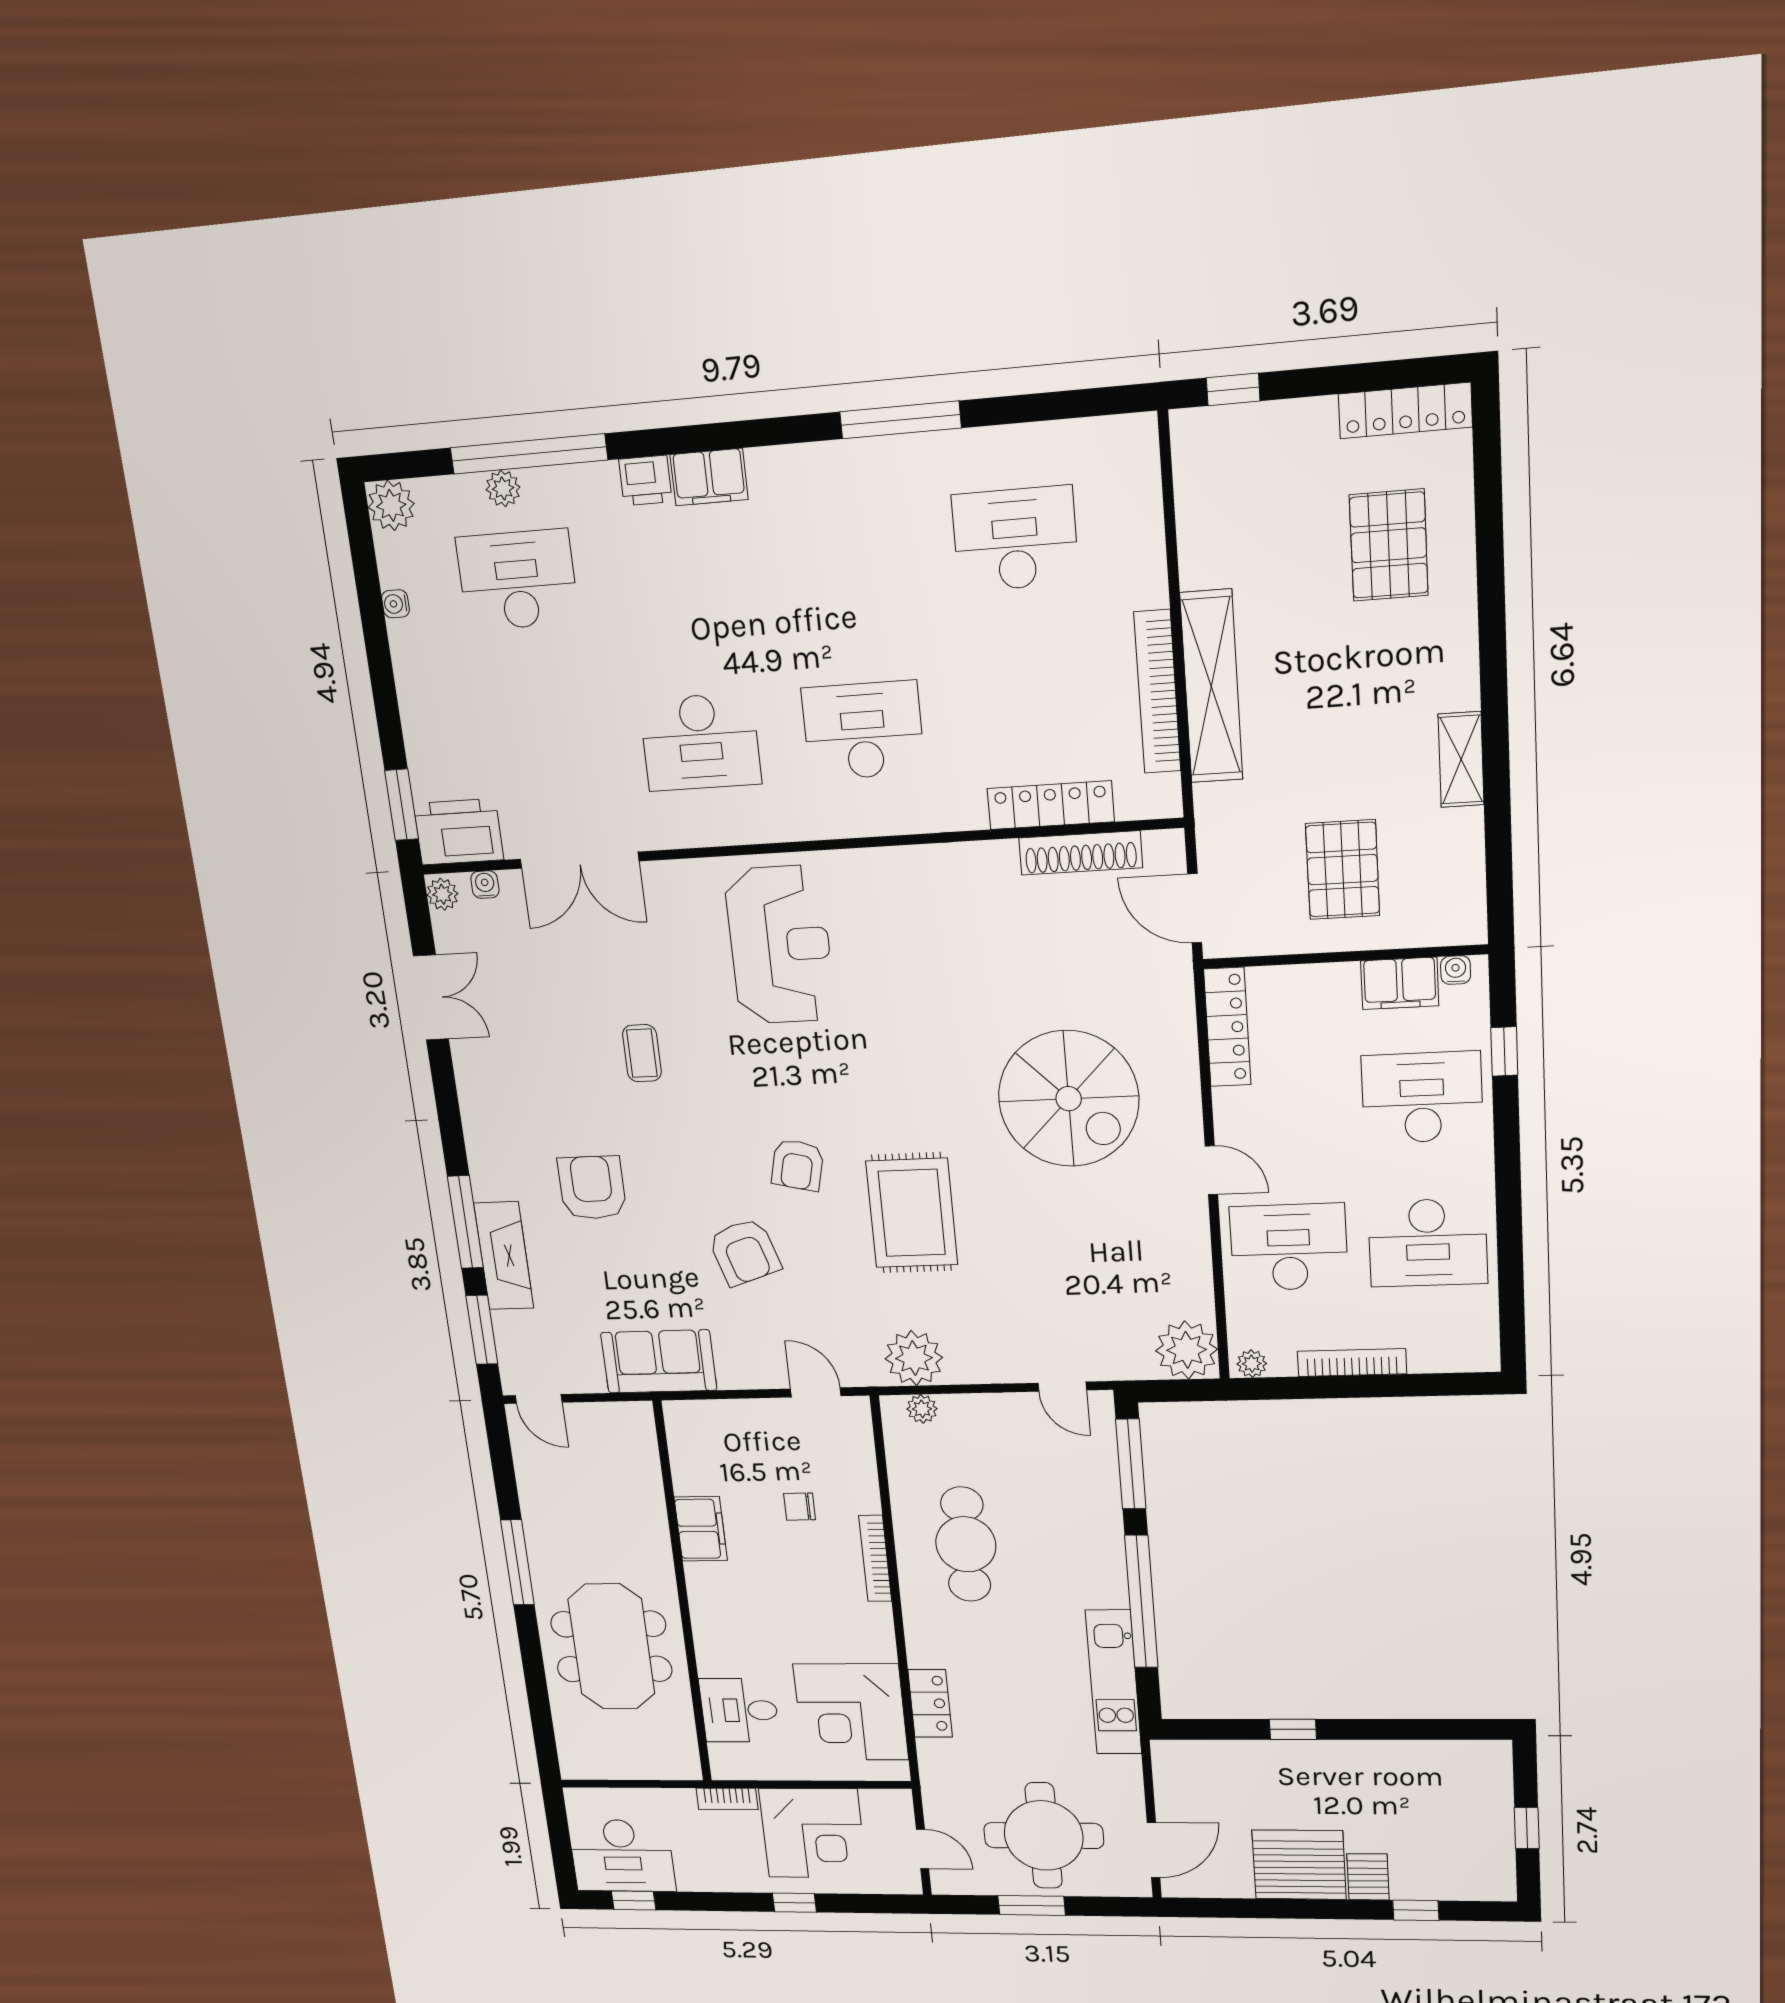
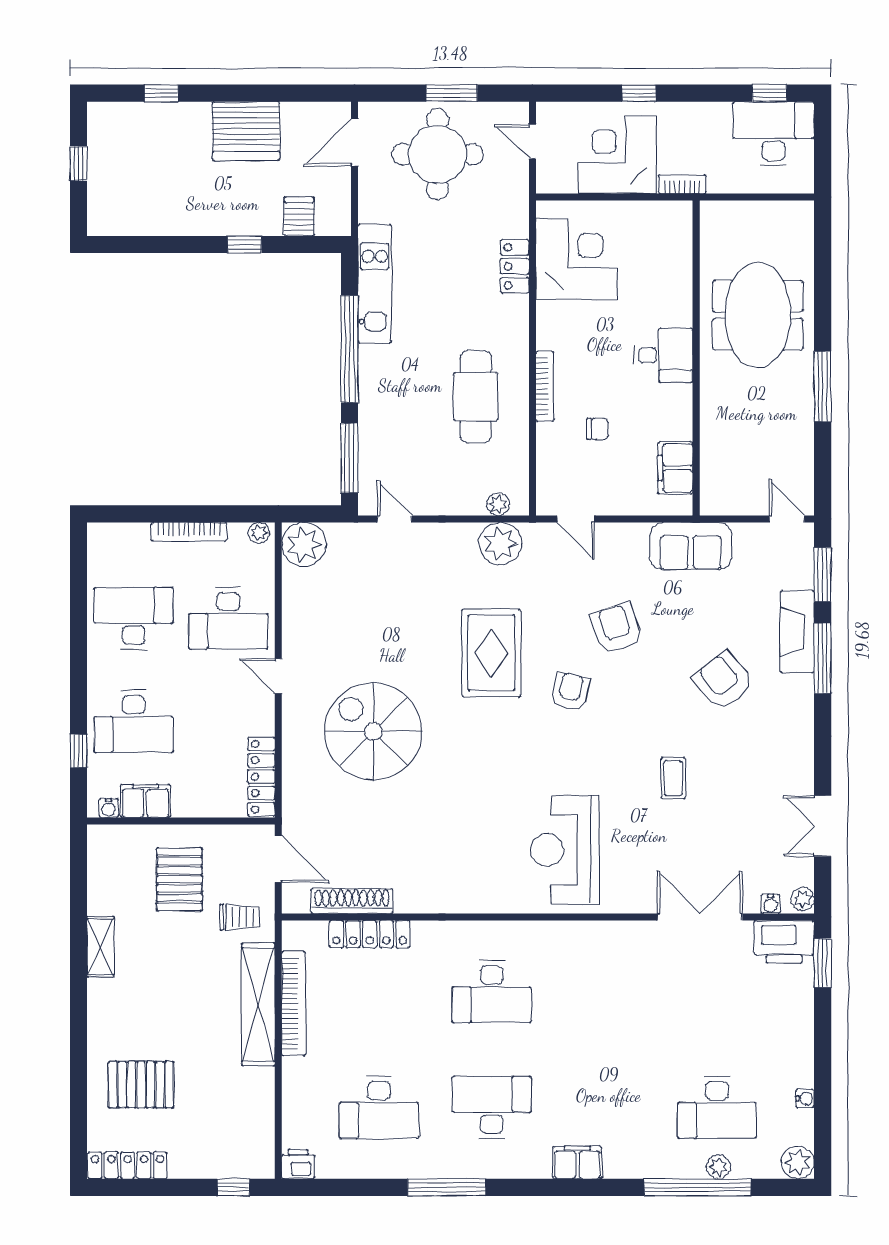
printer: (645, 480) -> (298, 1164), moved
pallet: (1389, 545) -> (141, 1085), turned 90
desk: (700, 742) -> (492, 1107), moved
trolley: (1247, 818) -> (240, 917), added
armchair: (592, 1188) -> (723, 681), turned 141
filing cabinet: (701, 1529) -> (675, 468), moved
desk: (739, 1710) -> (663, 355), moved
server rack: (1368, 1877) -> (299, 216), moved, turned 180

